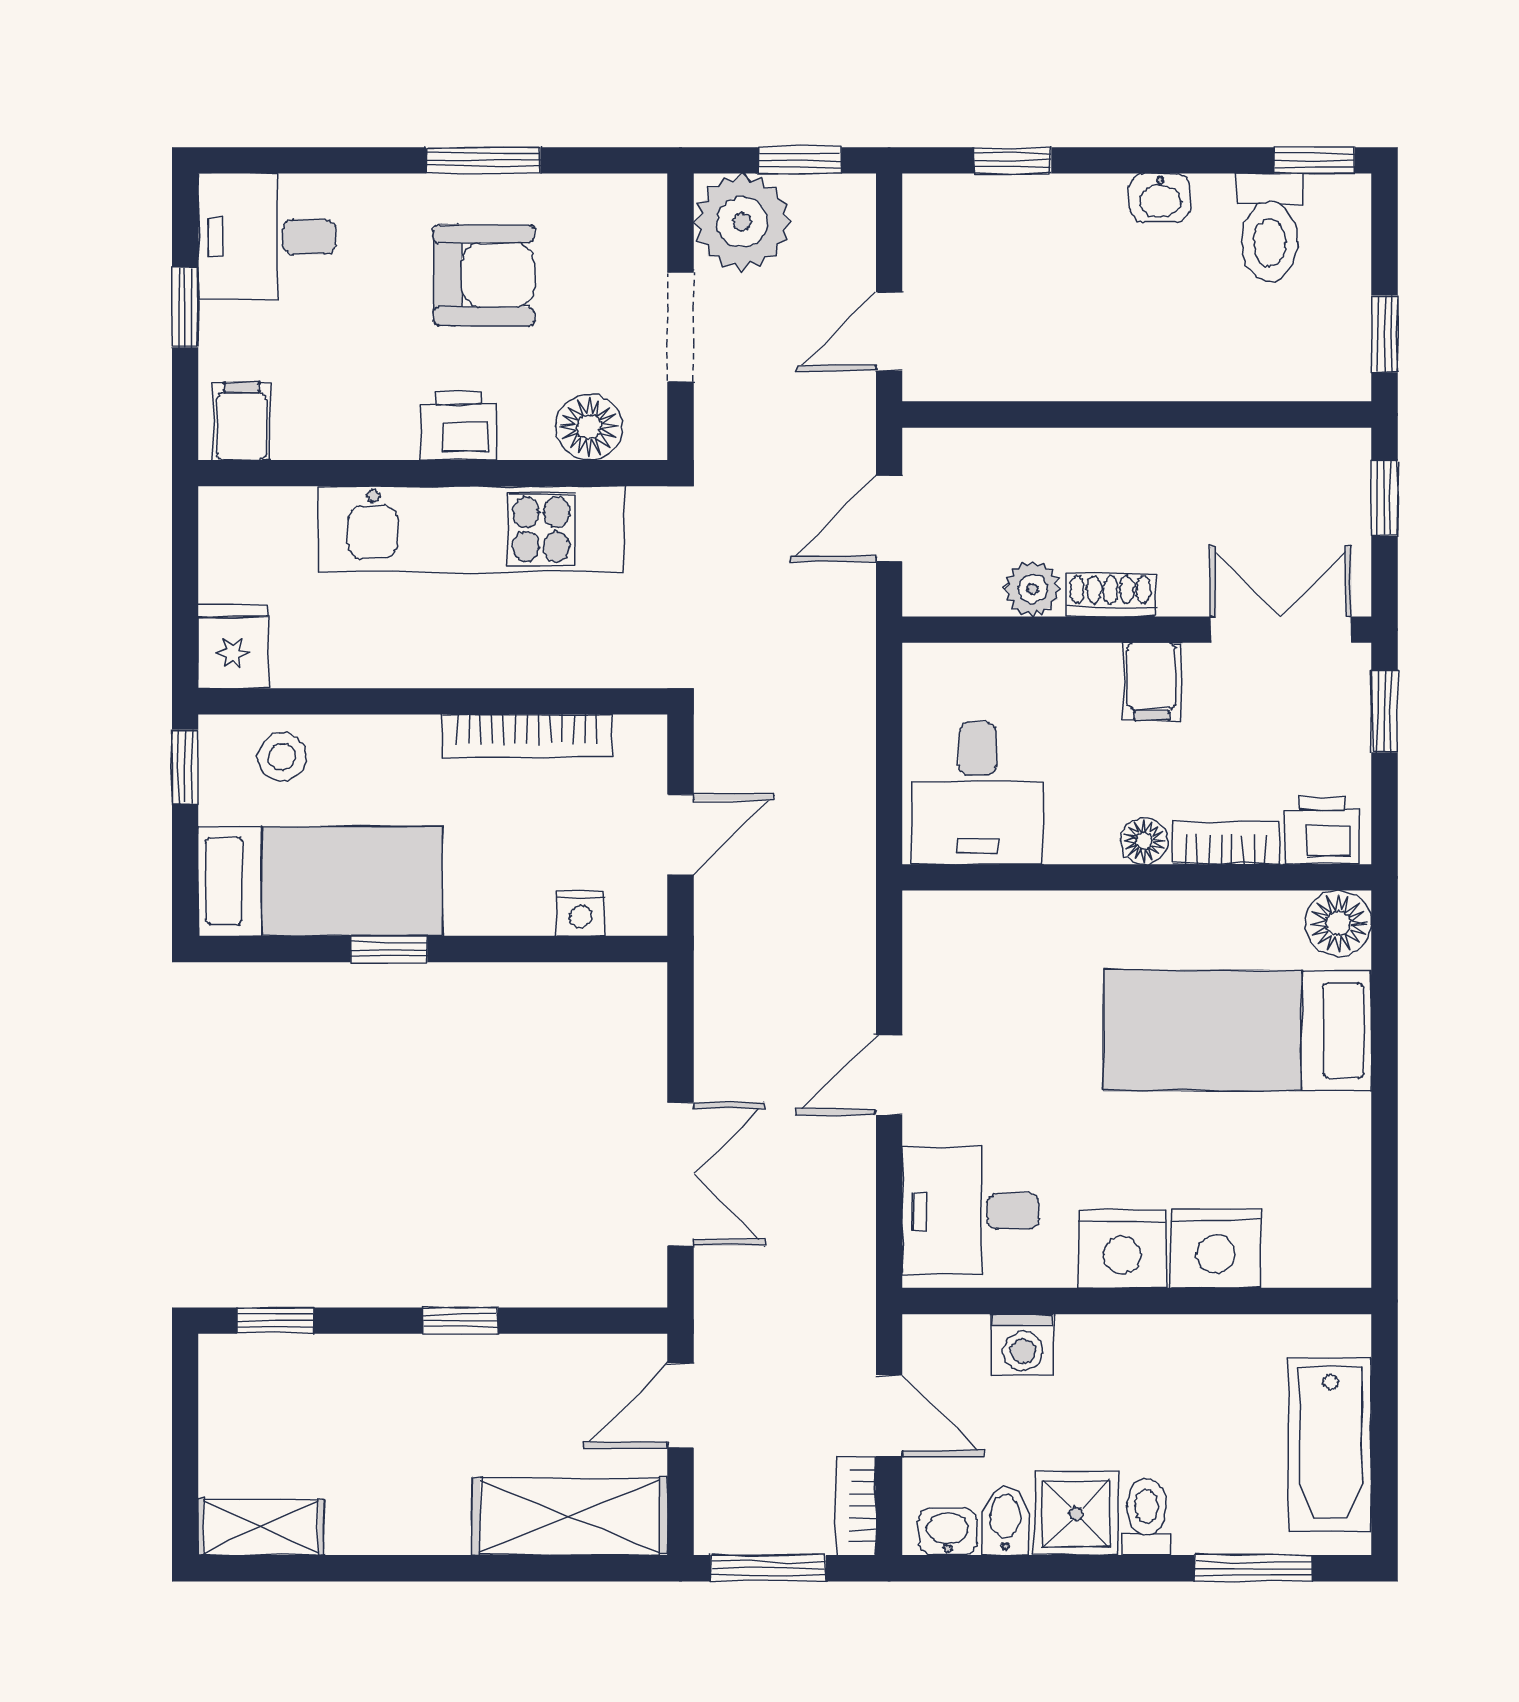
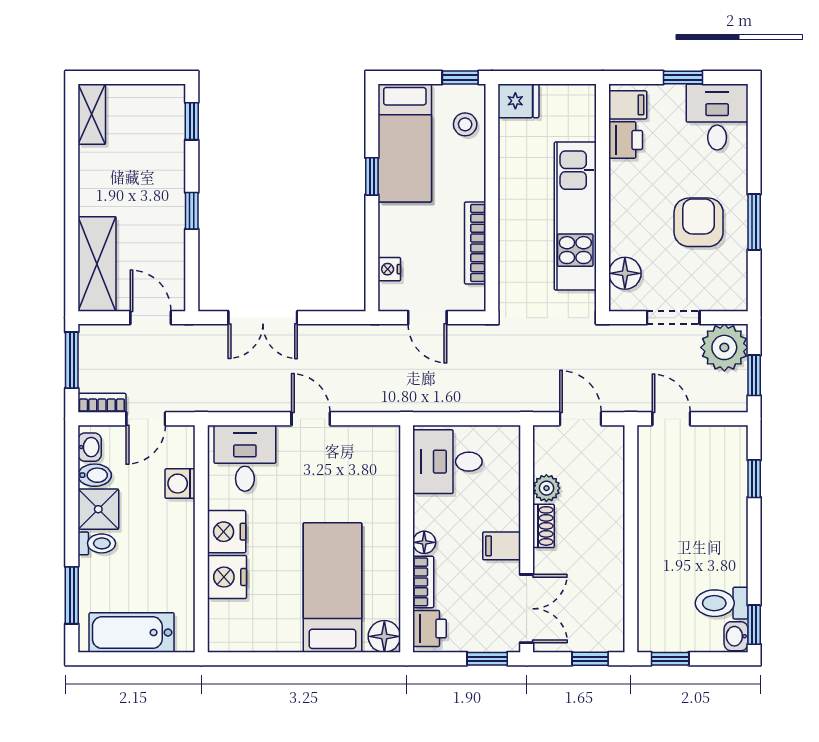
washbasin: (1160, 198) -> (736, 636), moved
armchair: (484, 275) -> (699, 222), turned 180
printer: (458, 426) -> (626, 140), moved

